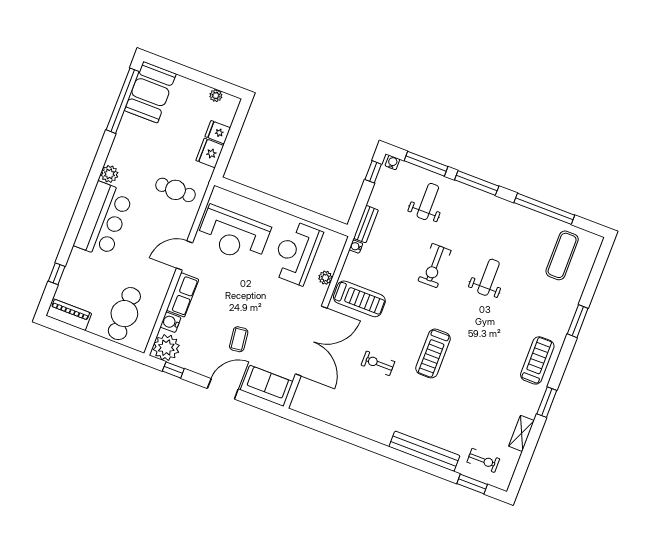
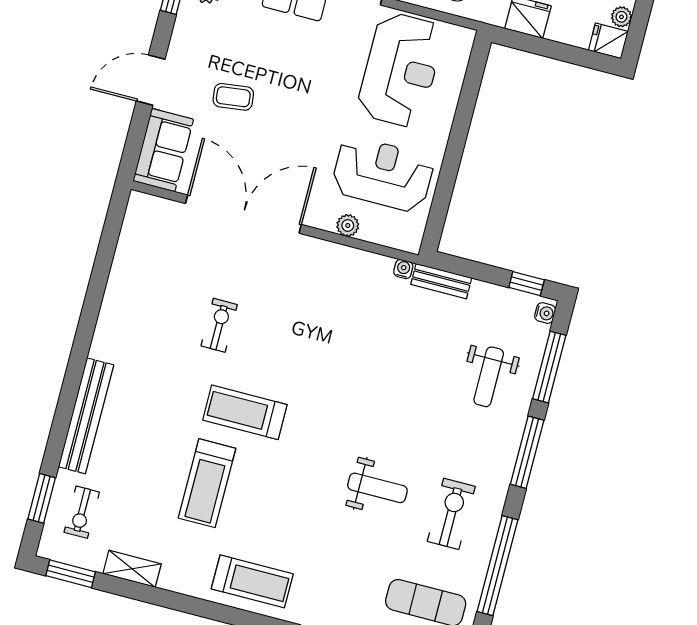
fridge: (218, 132) -> (608, 41), moved, turned -90
weight bench: (428, 201) -> (489, 377), turned 90
reception desk: (233, 235) -> (401, 70), turned 180
exercise bike: (435, 266) -> (451, 514), moved, turned 90
treadmill: (359, 299) -> (207, 483), moved
double door: (311, 341) -> (243, 214), swing flipped
door: (223, 389) -> (151, 80), swing flipped
window: (547, 402) -> (71, 574), moved

